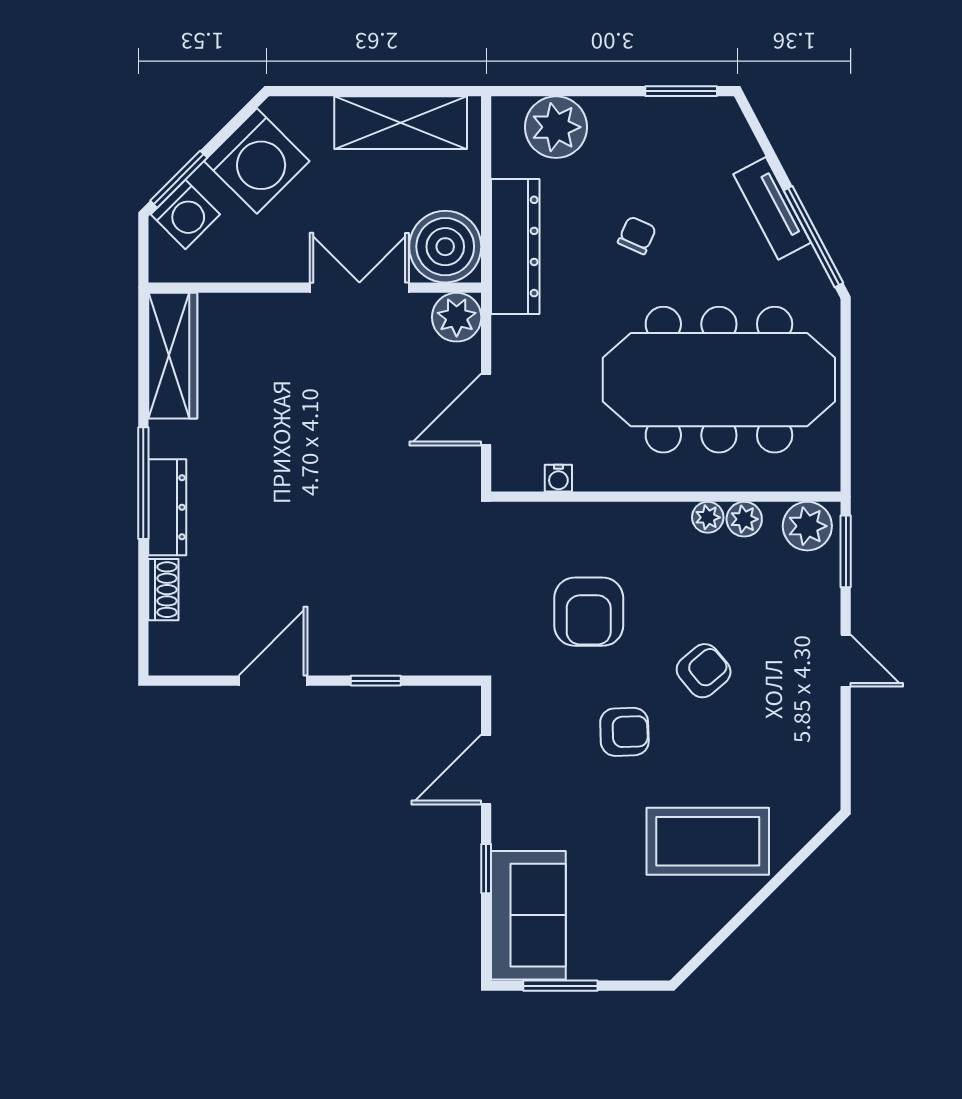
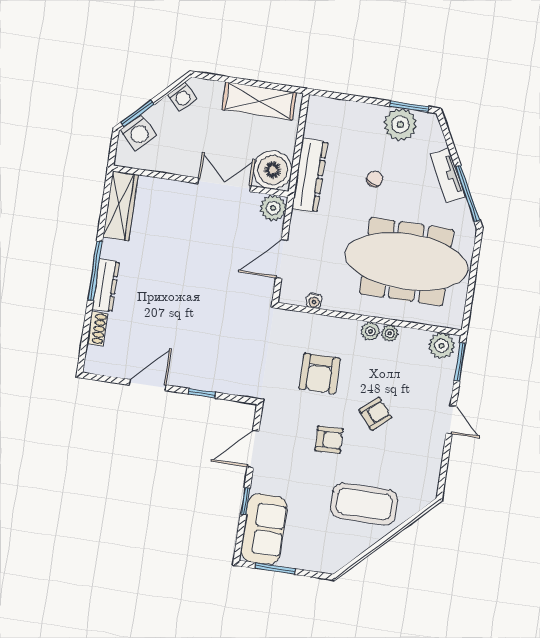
plant: (556, 127) -> (400, 125), moved
washing machine: (257, 161) -> (182, 97), width x0.53, depth x0.53
plant: (744, 519) -> (370, 331), moved

